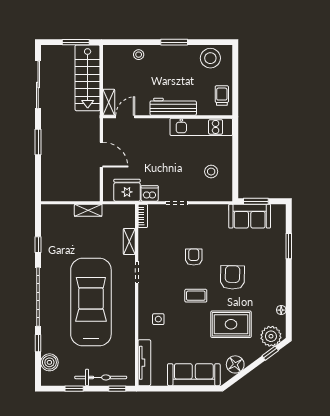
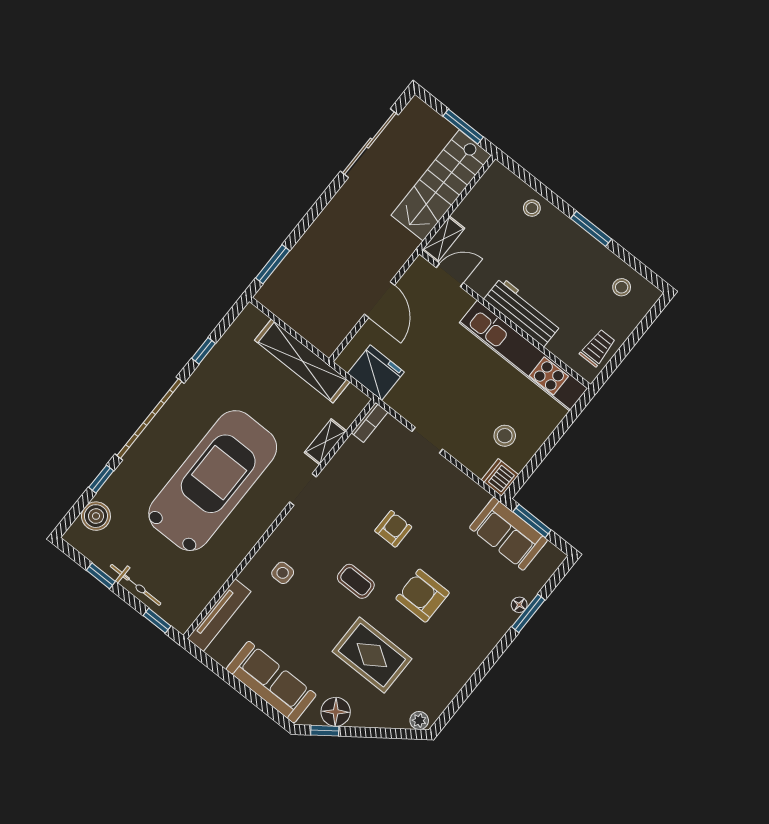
stool: (210, 58) -> (622, 287), width x0.53, depth x0.53
kitchen unit: (201, 127) -> (523, 356), width x1.36
window: (38, 142) -> (273, 264), moved
dishwasher: (150, 193) -> (500, 477), moved, turned -90
shelving: (88, 210) -> (302, 361), width x2.20, depth x1.33
armchair: (232, 277) -> (423, 596), turned -91
floor lamp: (281, 310) -> (519, 605), moved
plant: (271, 336) -> (419, 721), width x0.53, depth x0.53
window: (270, 353) -> (325, 731), moved
bicycle: (101, 377) -> (136, 585), width x0.73, depth x0.71

